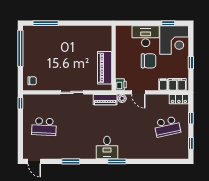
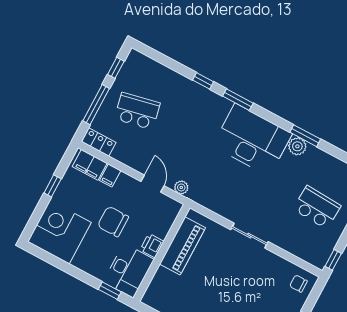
window: (168, 23) -> (110, 291), moved
desk: (146, 36) -> (129, 271), moved, turned -90
printer: (121, 84) -> (152, 246), moved
piano: (105, 100) -> (207, 199), removed
window: (191, 118) -> (96, 105), width x2.17
desk: (107, 148) -> (252, 140), width x1.87, depth x1.30
plant: (72, 153) -> (297, 146), added
window: (141, 161) -> (203, 81), added

